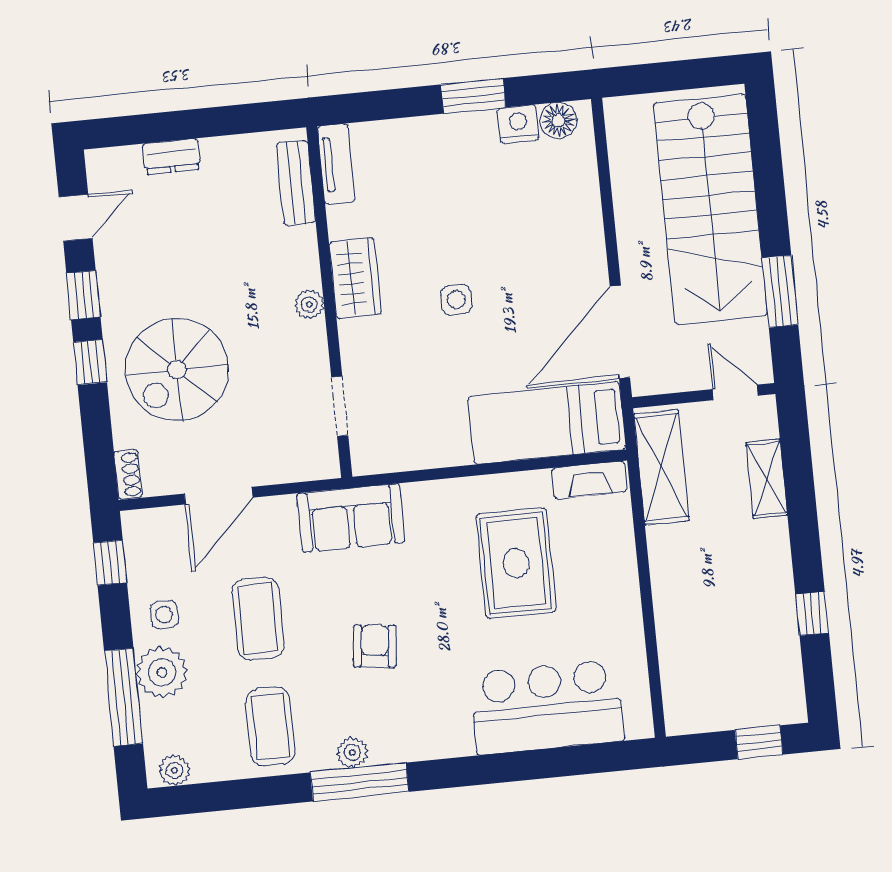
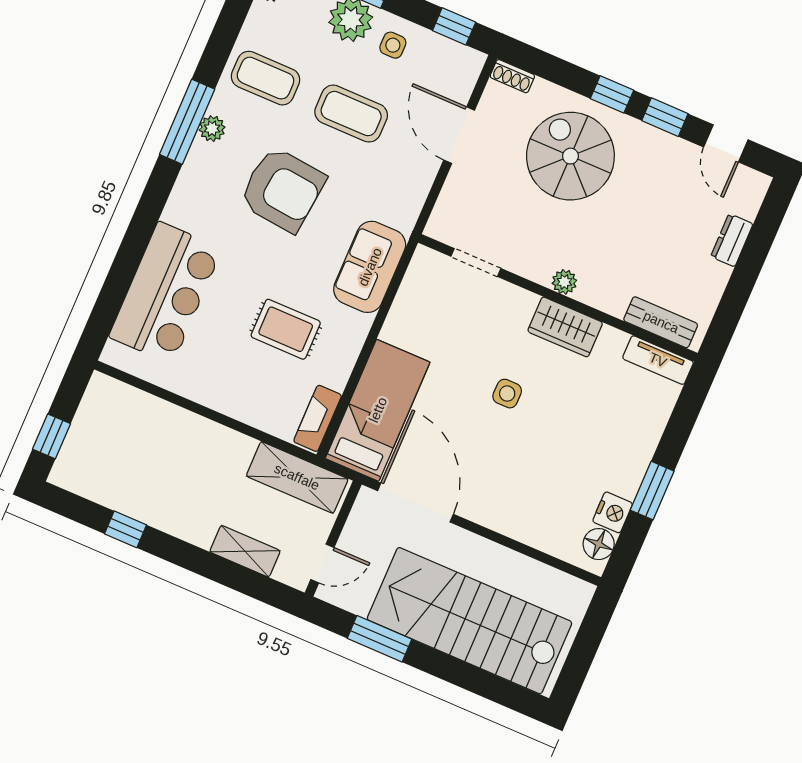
sofa: (351, 518) -> (370, 267), moved
rug: (516, 563) -> (286, 329), width x0.73, depth x0.70
armchair: (375, 646) -> (282, 189), width x1.88, depth x1.88

